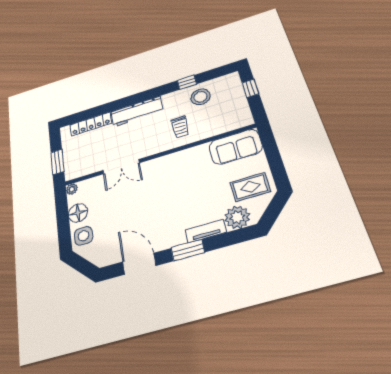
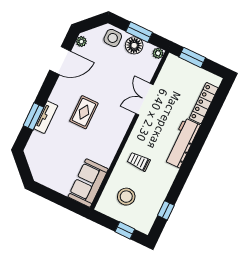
window: (187, 82) -> (166, 210), moved
stool: (201, 97) -> (126, 197), moved
rug: (250, 187) -> (84, 112), moved
plant: (237, 217) -> (81, 42), moved, width x0.53, depth x0.53
window: (63, 219) -> (139, 32), added
window: (188, 250) -> (33, 116), moved

